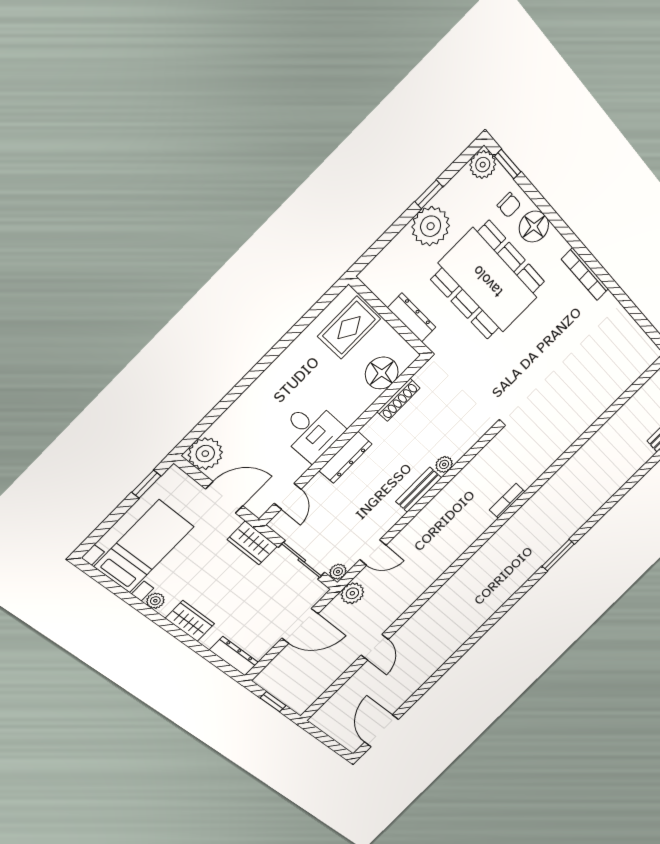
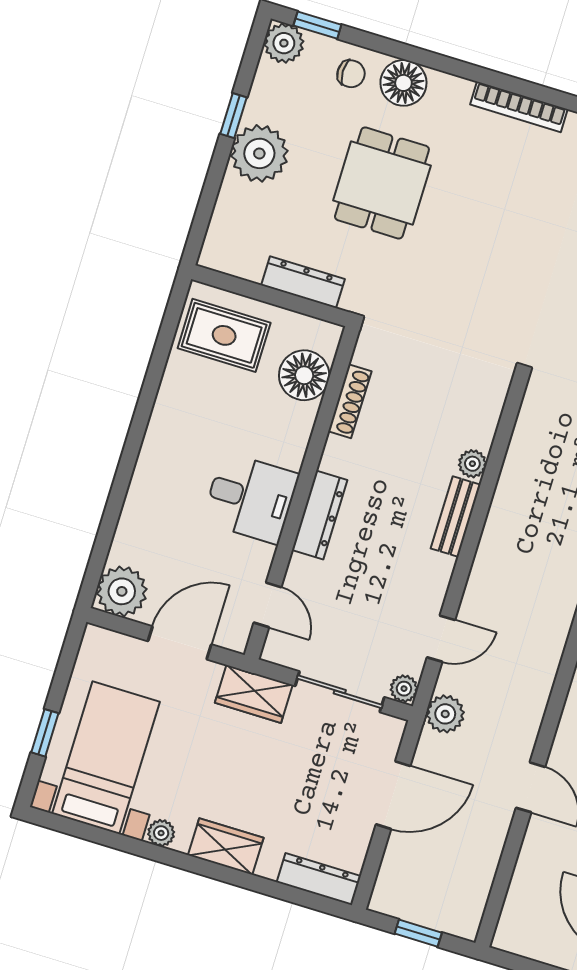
dining table: (488, 281) -> (382, 183), width x0.53, depth x0.80
rug: (349, 328) -> (224, 335), turned 90
window: (146, 484) -> (45, 733), moved

